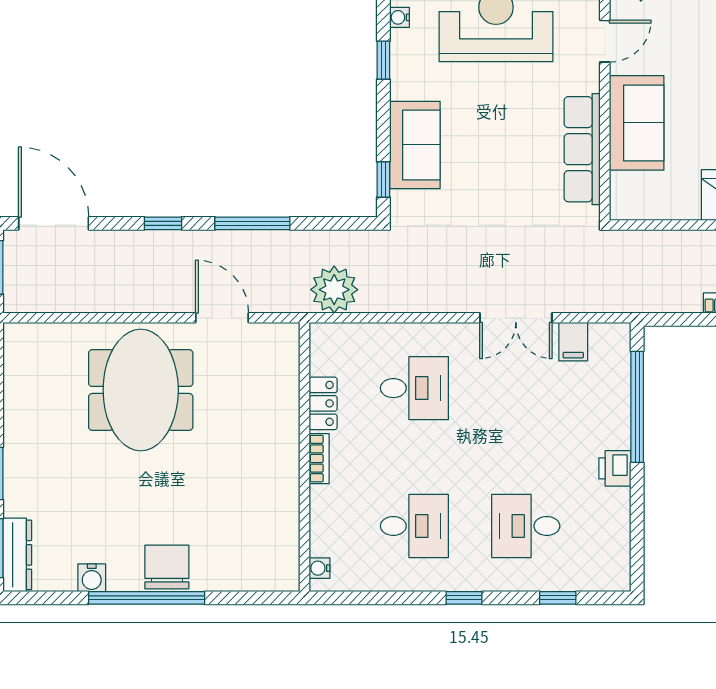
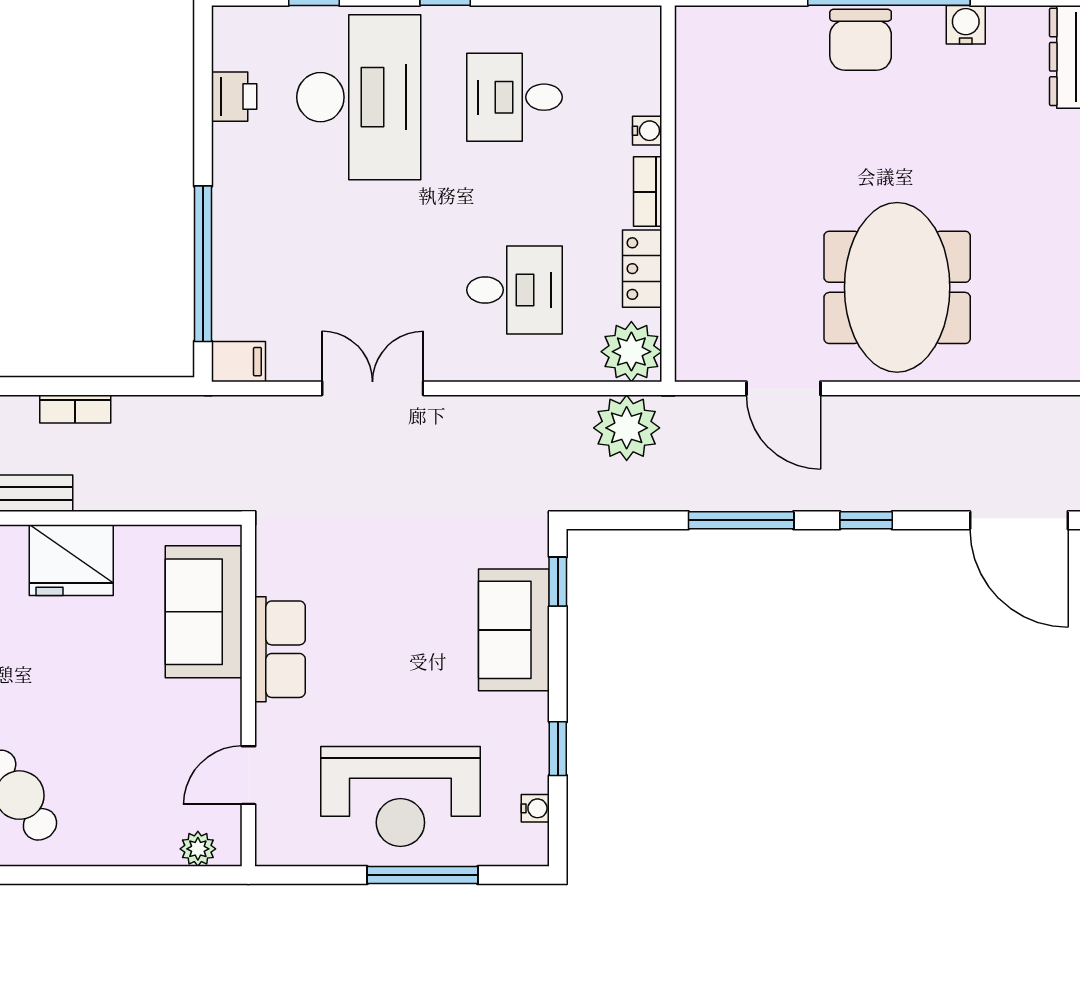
sofa: (637, 123) -> (204, 612), moved
row of seats: (582, 149) -> (280, 649), width x0.68
filing cabinet: (573, 342) -> (239, 362), moved, turned 90
plant: (331, 344) -> (631, 352), added
desk: (414, 388) -> (514, 290), turned 180
printer: (615, 468) -> (234, 97), moved
desk: (526, 526) -> (359, 97), width x1.87, depth x1.30
water cooler: (320, 568) -> (647, 131), moved

